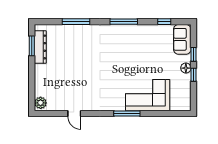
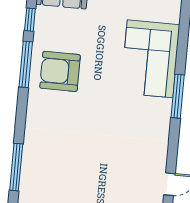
window: (124, 22) -> (26, 64), moved
armchair: (135, 42) -> (60, 71), added

